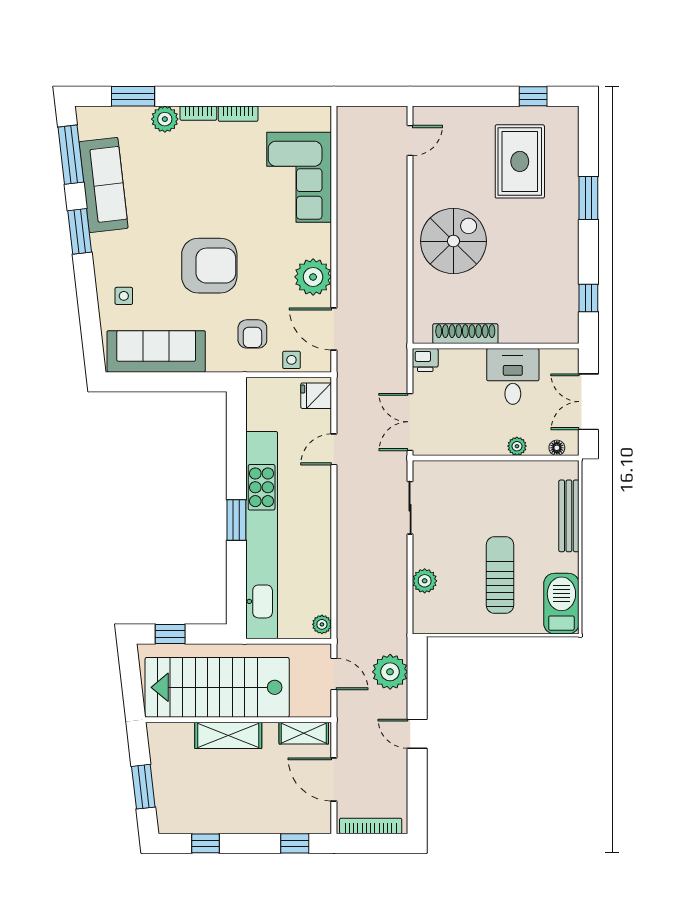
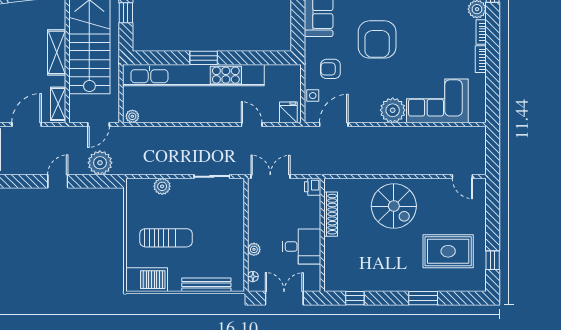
plant: (313, 277) -> (393, 110), moved

